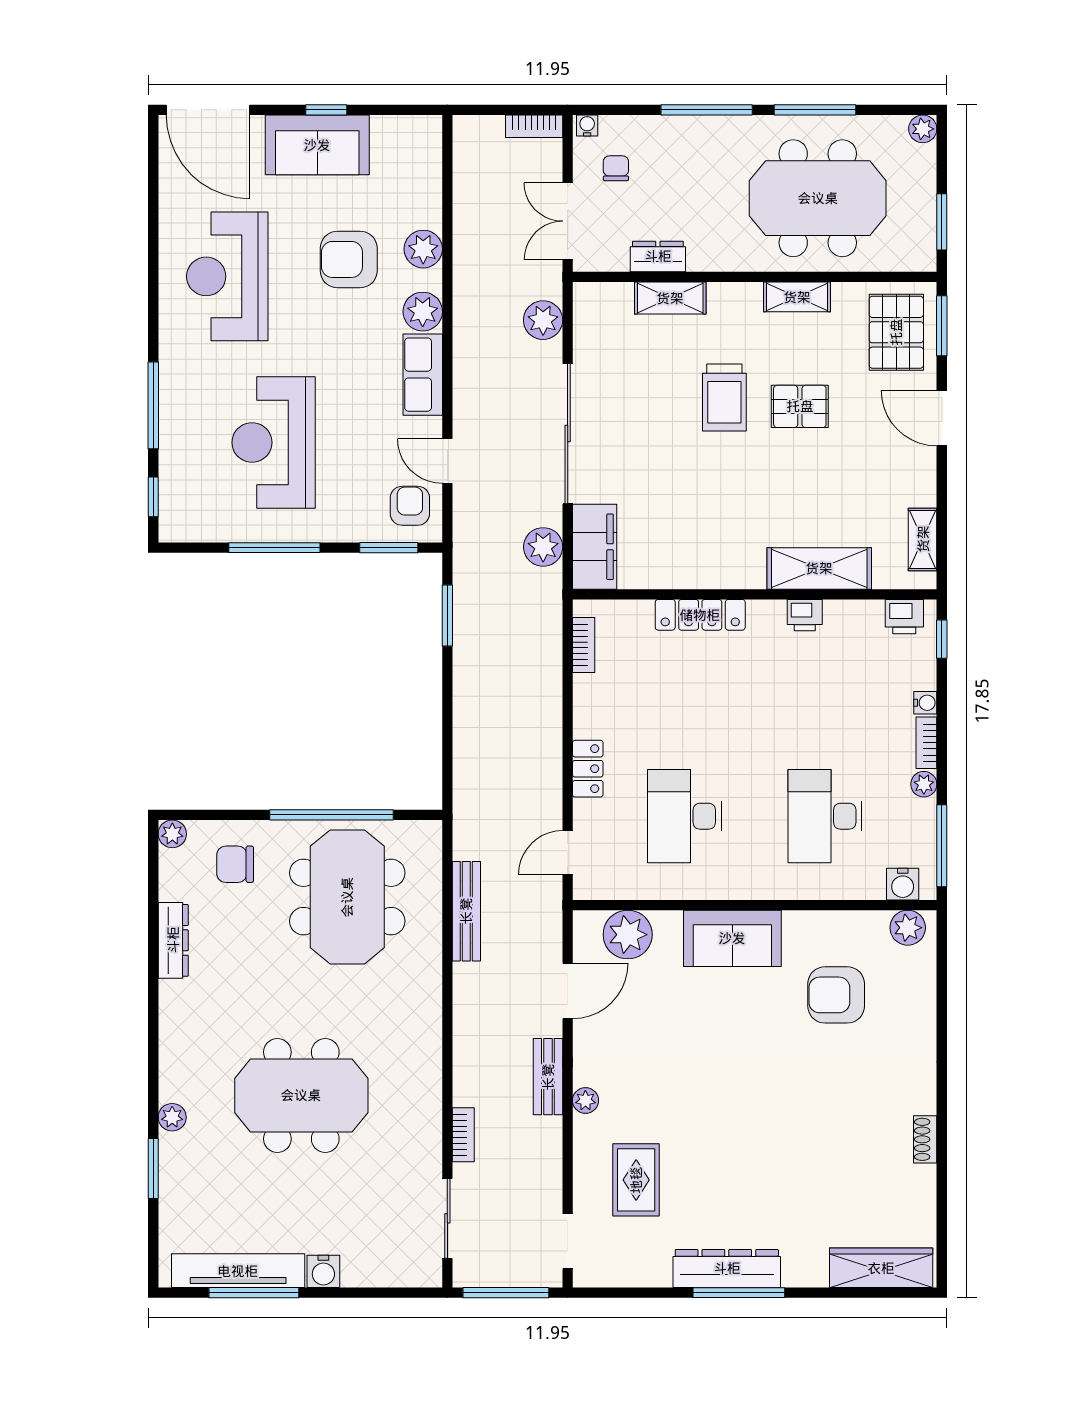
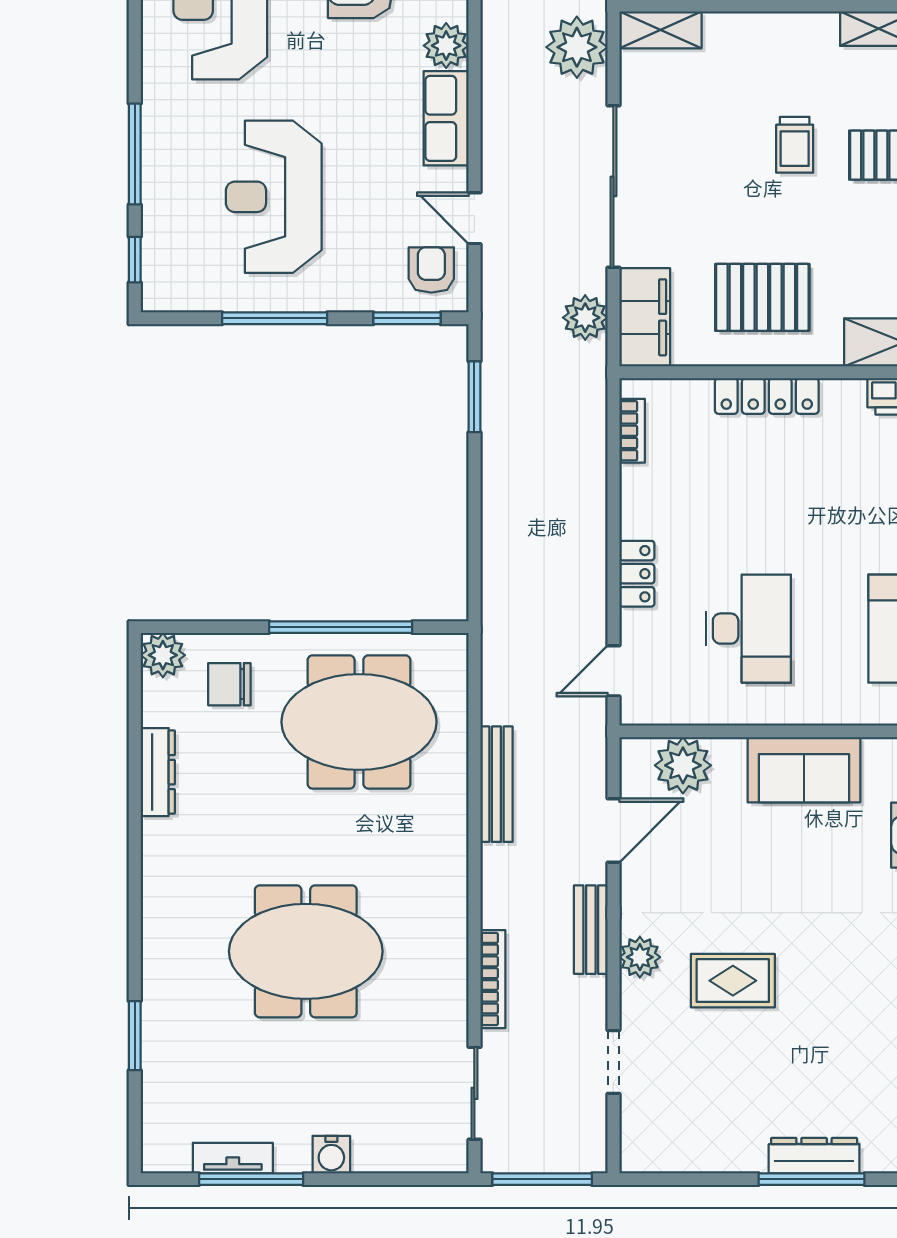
shelving: (670, 298) -> (660, 30), moved
plant: (543, 320) -> (577, 47), width x1.36, depth x1.36
trolley: (724, 397) -> (795, 145), width x0.73, depth x0.72
pallet: (696, 530) -> (762, 297), added
desk: (684, 816) -> (749, 629), turned 180
plant: (172, 834) -> (163, 655), width x1.38, depth x1.38
meeting table: (347, 897) -> (359, 722), turned 90
bench: (466, 911) -> (496, 784), moved
plant: (585, 1100) -> (640, 957), width x1.38, depth x1.38
plant: (172, 1117) -> (157, 976), removed
bookcase: (463, 1135) -> (493, 979), width x1.56
rug: (636, 1180) -> (733, 981), moved, turned 90
doorway: (568, 1241) -> (613, 1062), moved
dresser: (727, 1268) -> (814, 1156), width x0.73, depth x0.80
tv unit: (238, 1271) -> (233, 1158), width x0.52, depth x0.78

